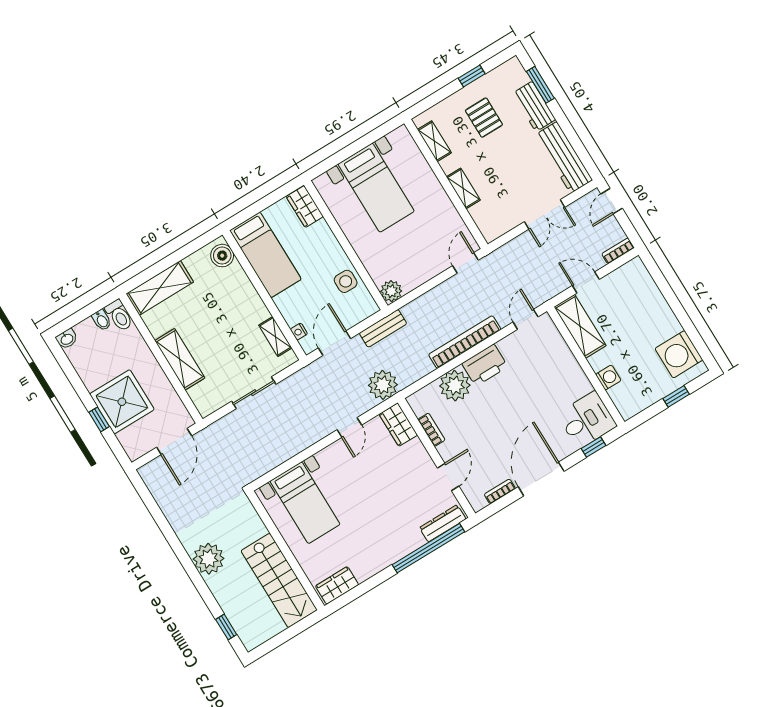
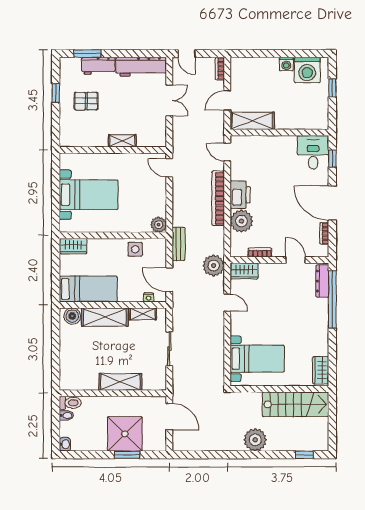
shelving: (434, 141) -> (82, 141), removed
shelving: (160, 288) -> (105, 317), moved, turned 90
washing machine: (608, 377) -> (286, 64), moved, turned 180
window: (99, 419) -> (127, 455), width x1.50

